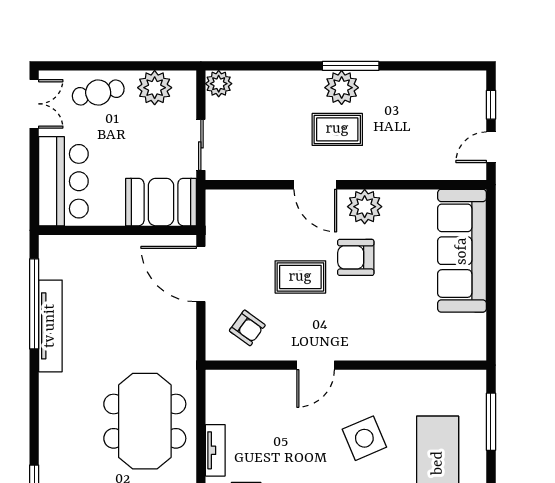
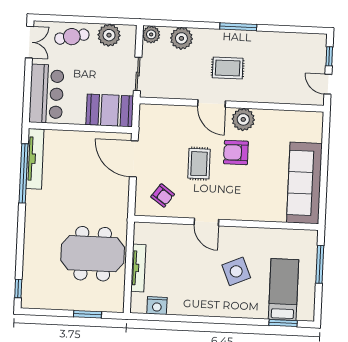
plant: (342, 88) -> (181, 38), moved
door: (491, 147) -> (328, 84), hinge flipped
sofa: (462, 251) -> (304, 183), moved
rug: (300, 277) -> (199, 164), turned 90
tv unit: (50, 326) -> (35, 159), moved
door: (316, 365) -> (206, 222), hinge flipped
meeting table: (145, 421) -> (93, 254), turned 90
tv unit: (215, 450) -> (138, 268), width x1.41

